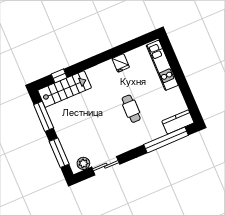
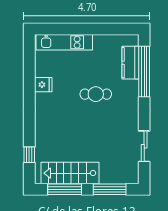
stairs: (65, 89) -> (70, 173), moved, turned -90
kitchen counter: (178, 122) -> (130, 63), moved
plant: (83, 163) -> (132, 169), removed

